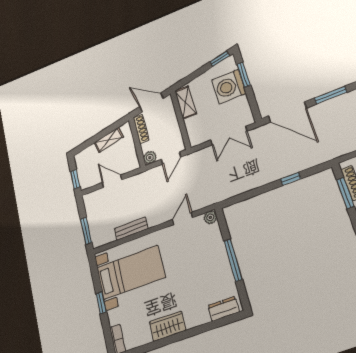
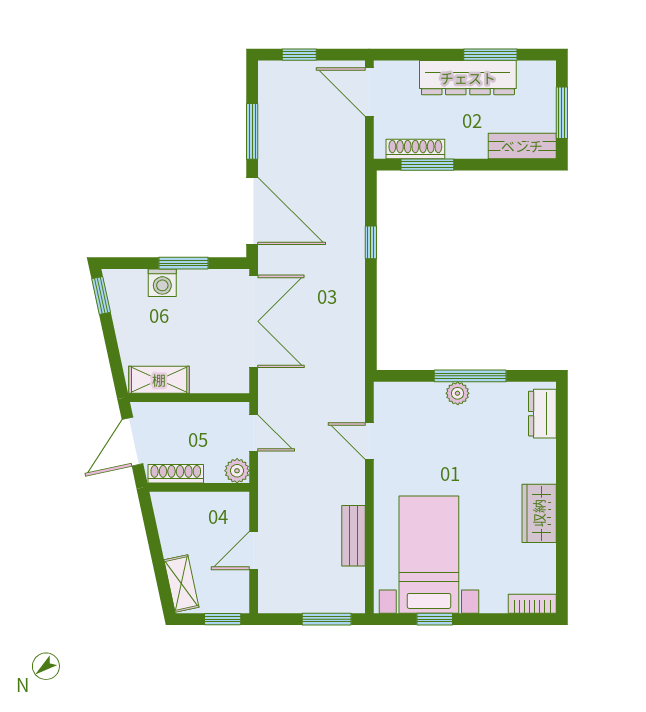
window: (244, 75) -> (183, 263), moved
washing machine: (229, 87) -> (162, 283), width x0.53, depth x0.53
door: (287, 112) -> (252, 211), hinge flipped
double door: (229, 136) -> (254, 321), width x1.37
shelving: (109, 140) -> (181, 584), moved
plant: (210, 217) -> (458, 393), moved
window: (101, 303) -> (435, 619), moved

